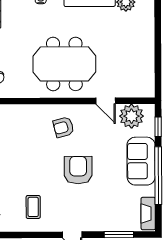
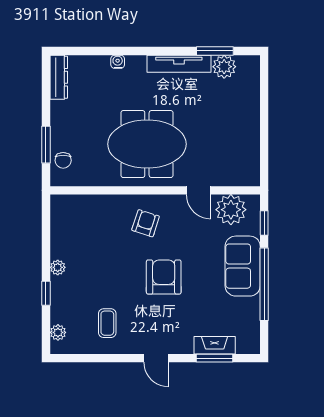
armchair: (63, 127) -> (146, 223), turned 123
fireplace: (148, 214) -> (215, 345), moved, turned 90

